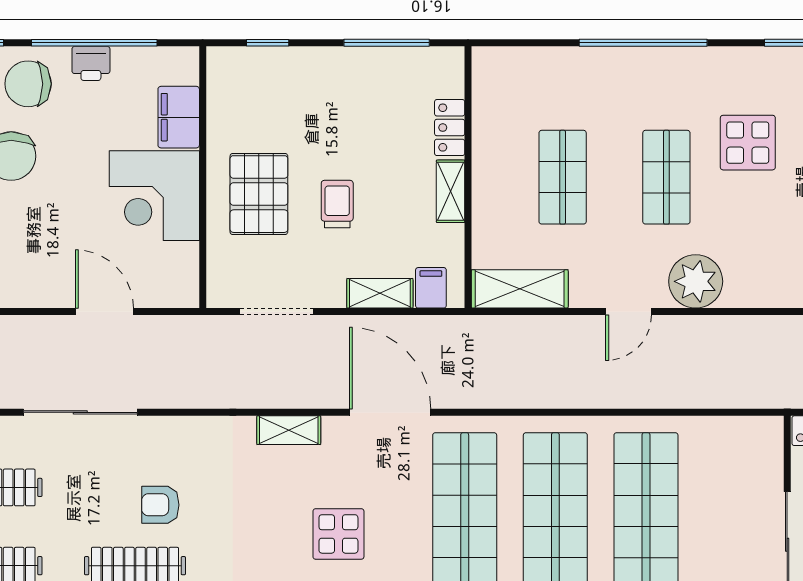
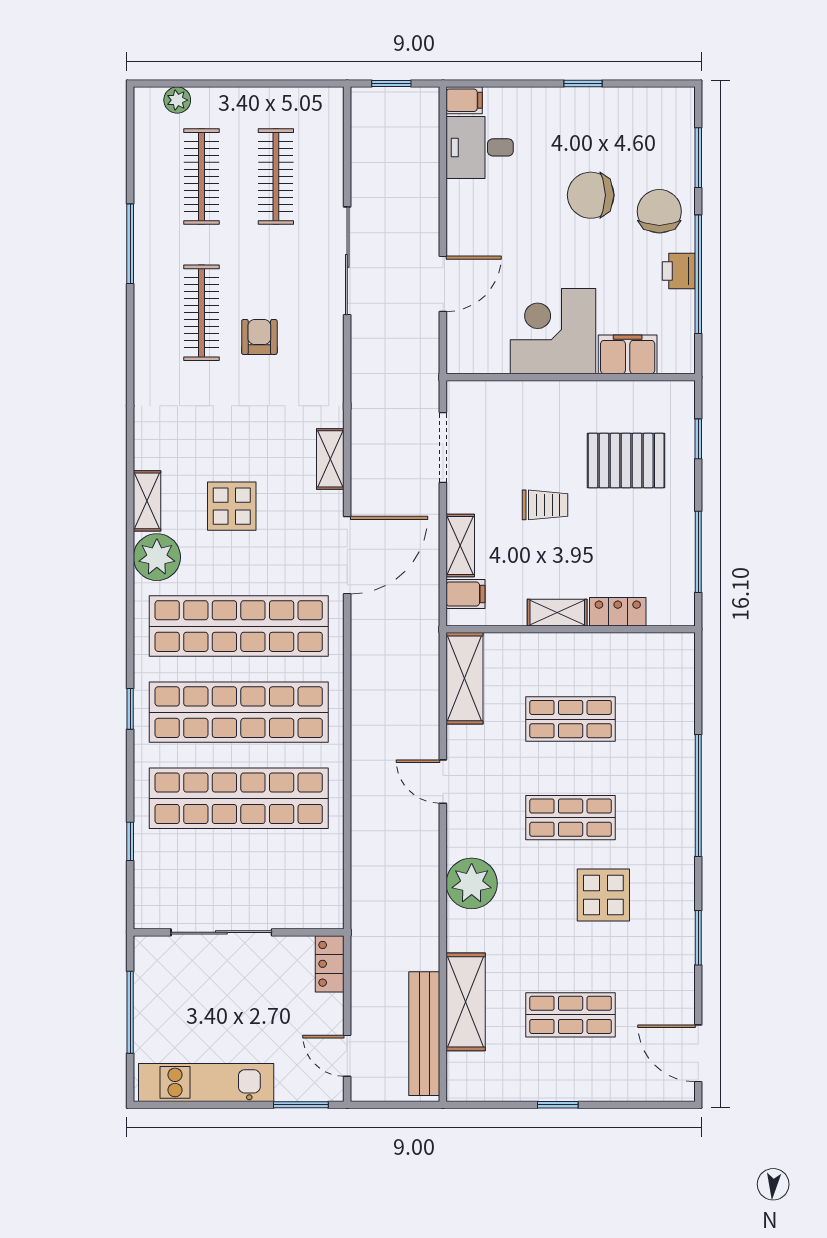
pallet: (259, 194) -> (626, 461), moved
plant: (696, 281) -> (472, 883), moved

